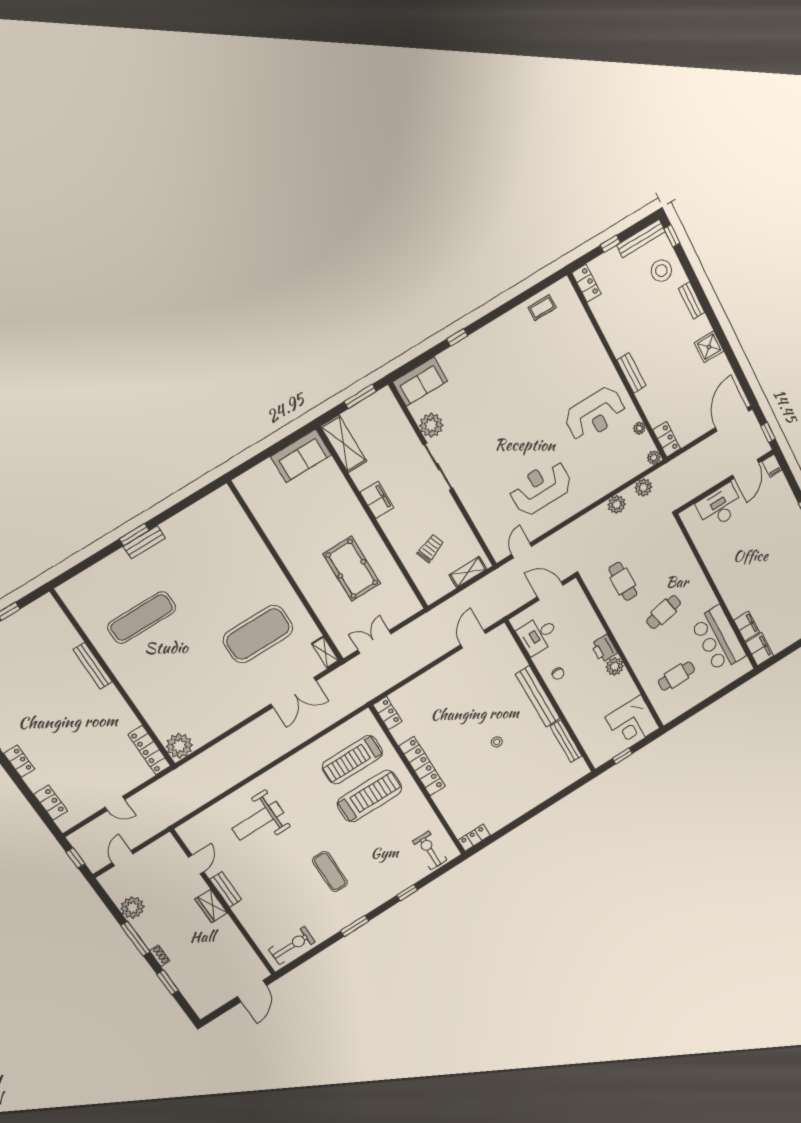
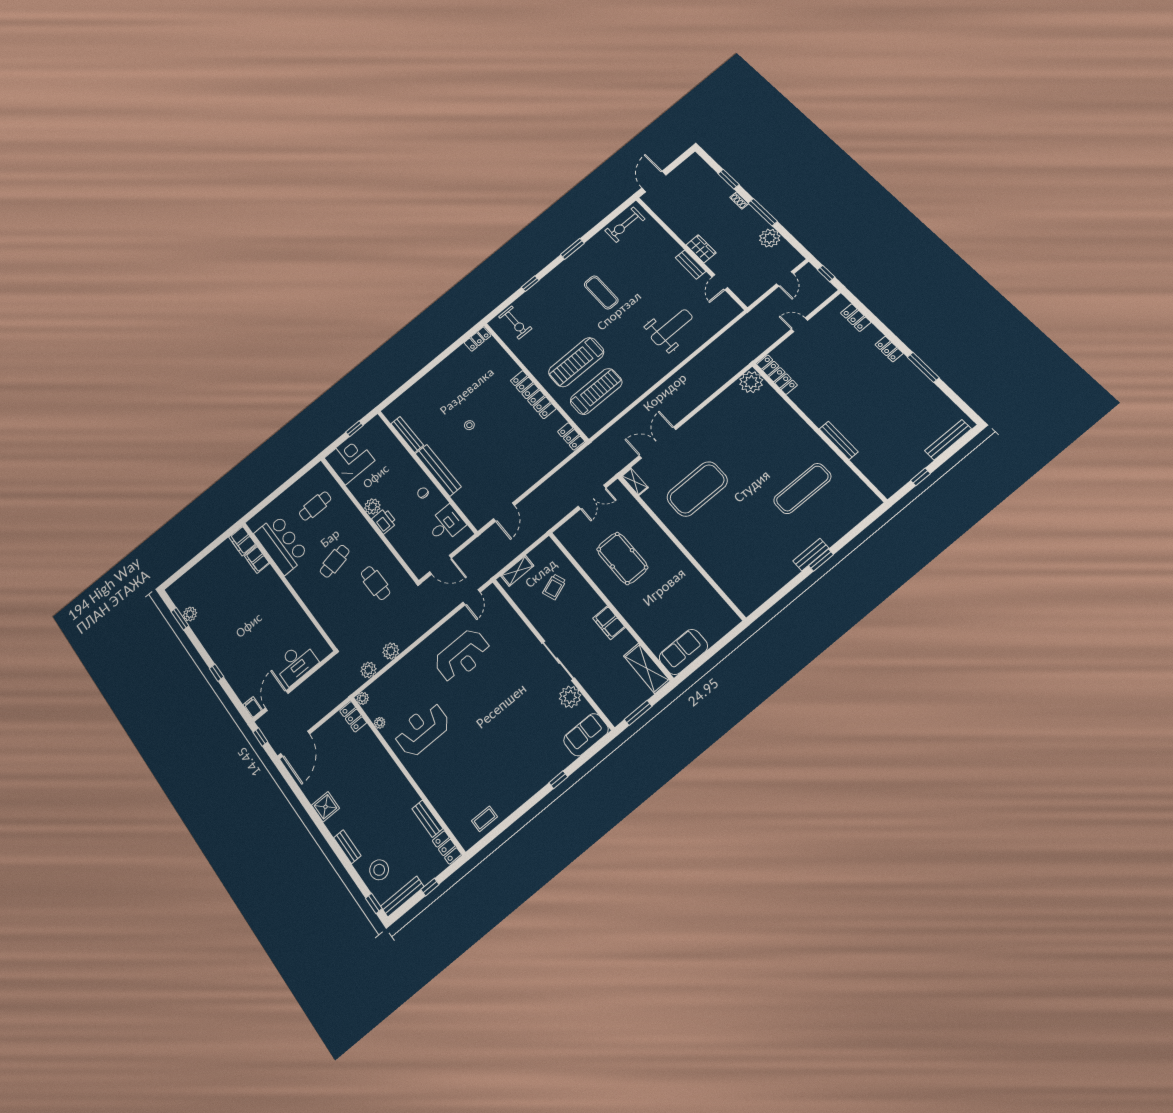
bench: (631, 373) -> (427, 819), moved

